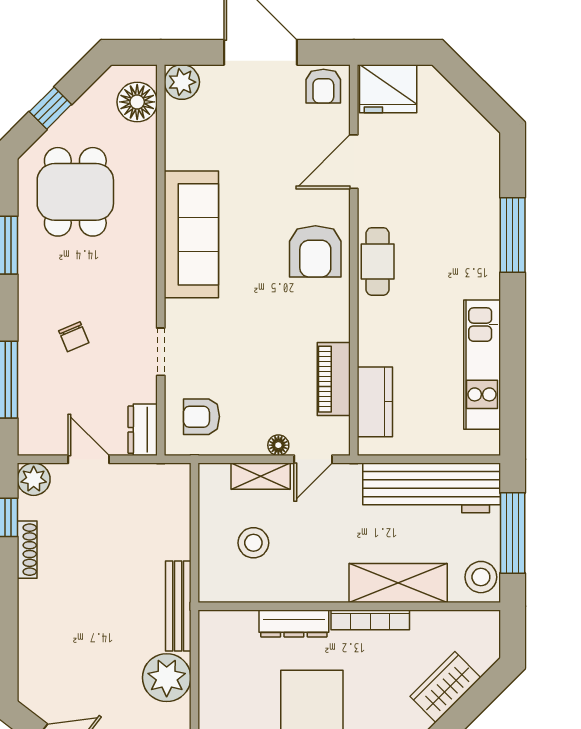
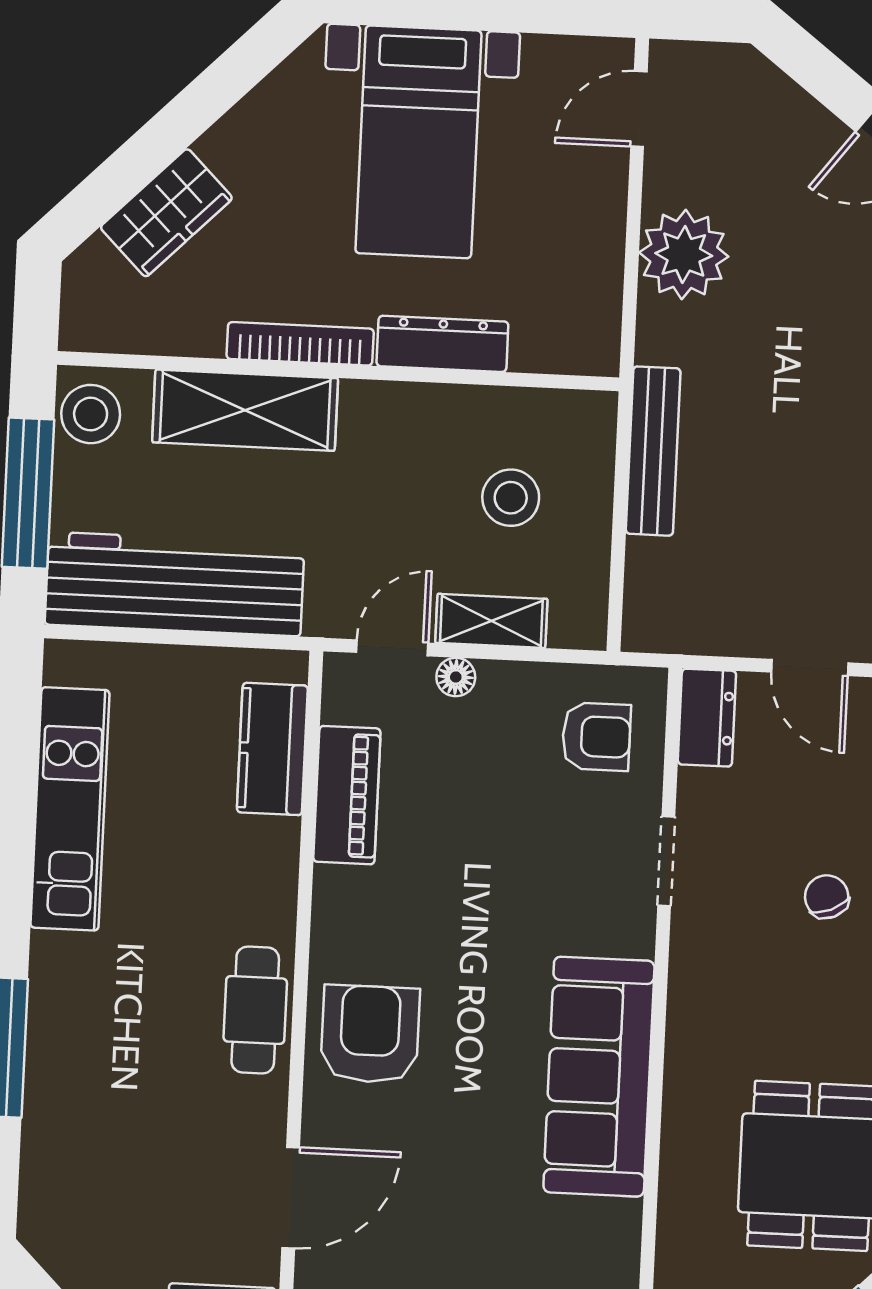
bench: (178, 606) -> (653, 451), moved

